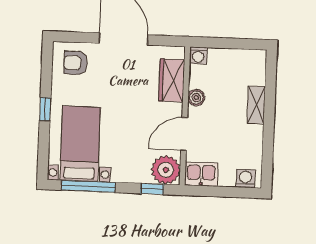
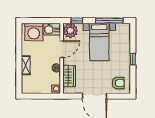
bed with nightstands: (80, 144) -> (99, 42), moved
washing machine: (246, 178) -> (34, 32), width x1.89, depth x1.89

